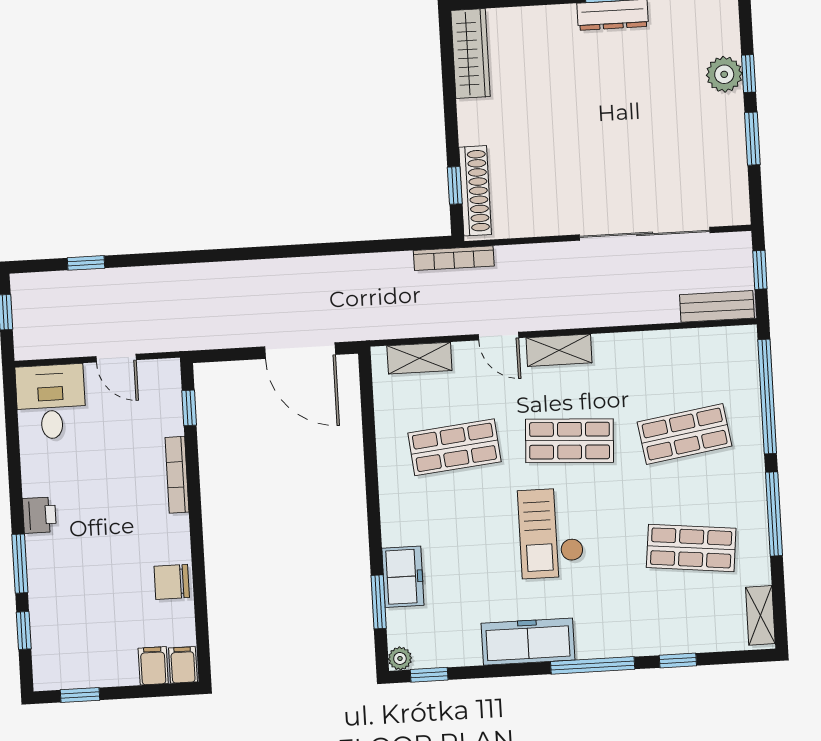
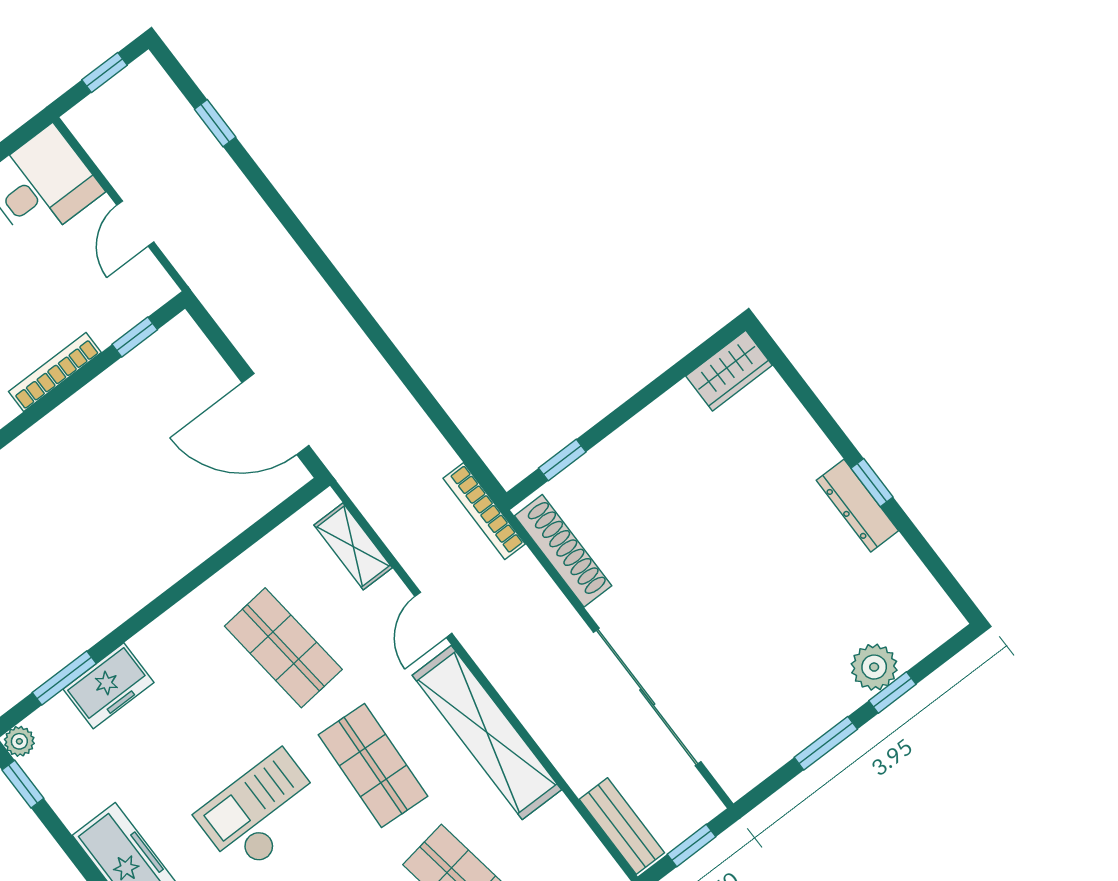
wardrobe: (471, 54) -> (729, 371), width x0.67
shoe rack: (475, 191) -> (563, 551), moved, turned -90
shelving: (559, 350) -> (487, 732), width x2.20, depth x1.33
door: (300, 351) -> (275, 414), hinge flipped

